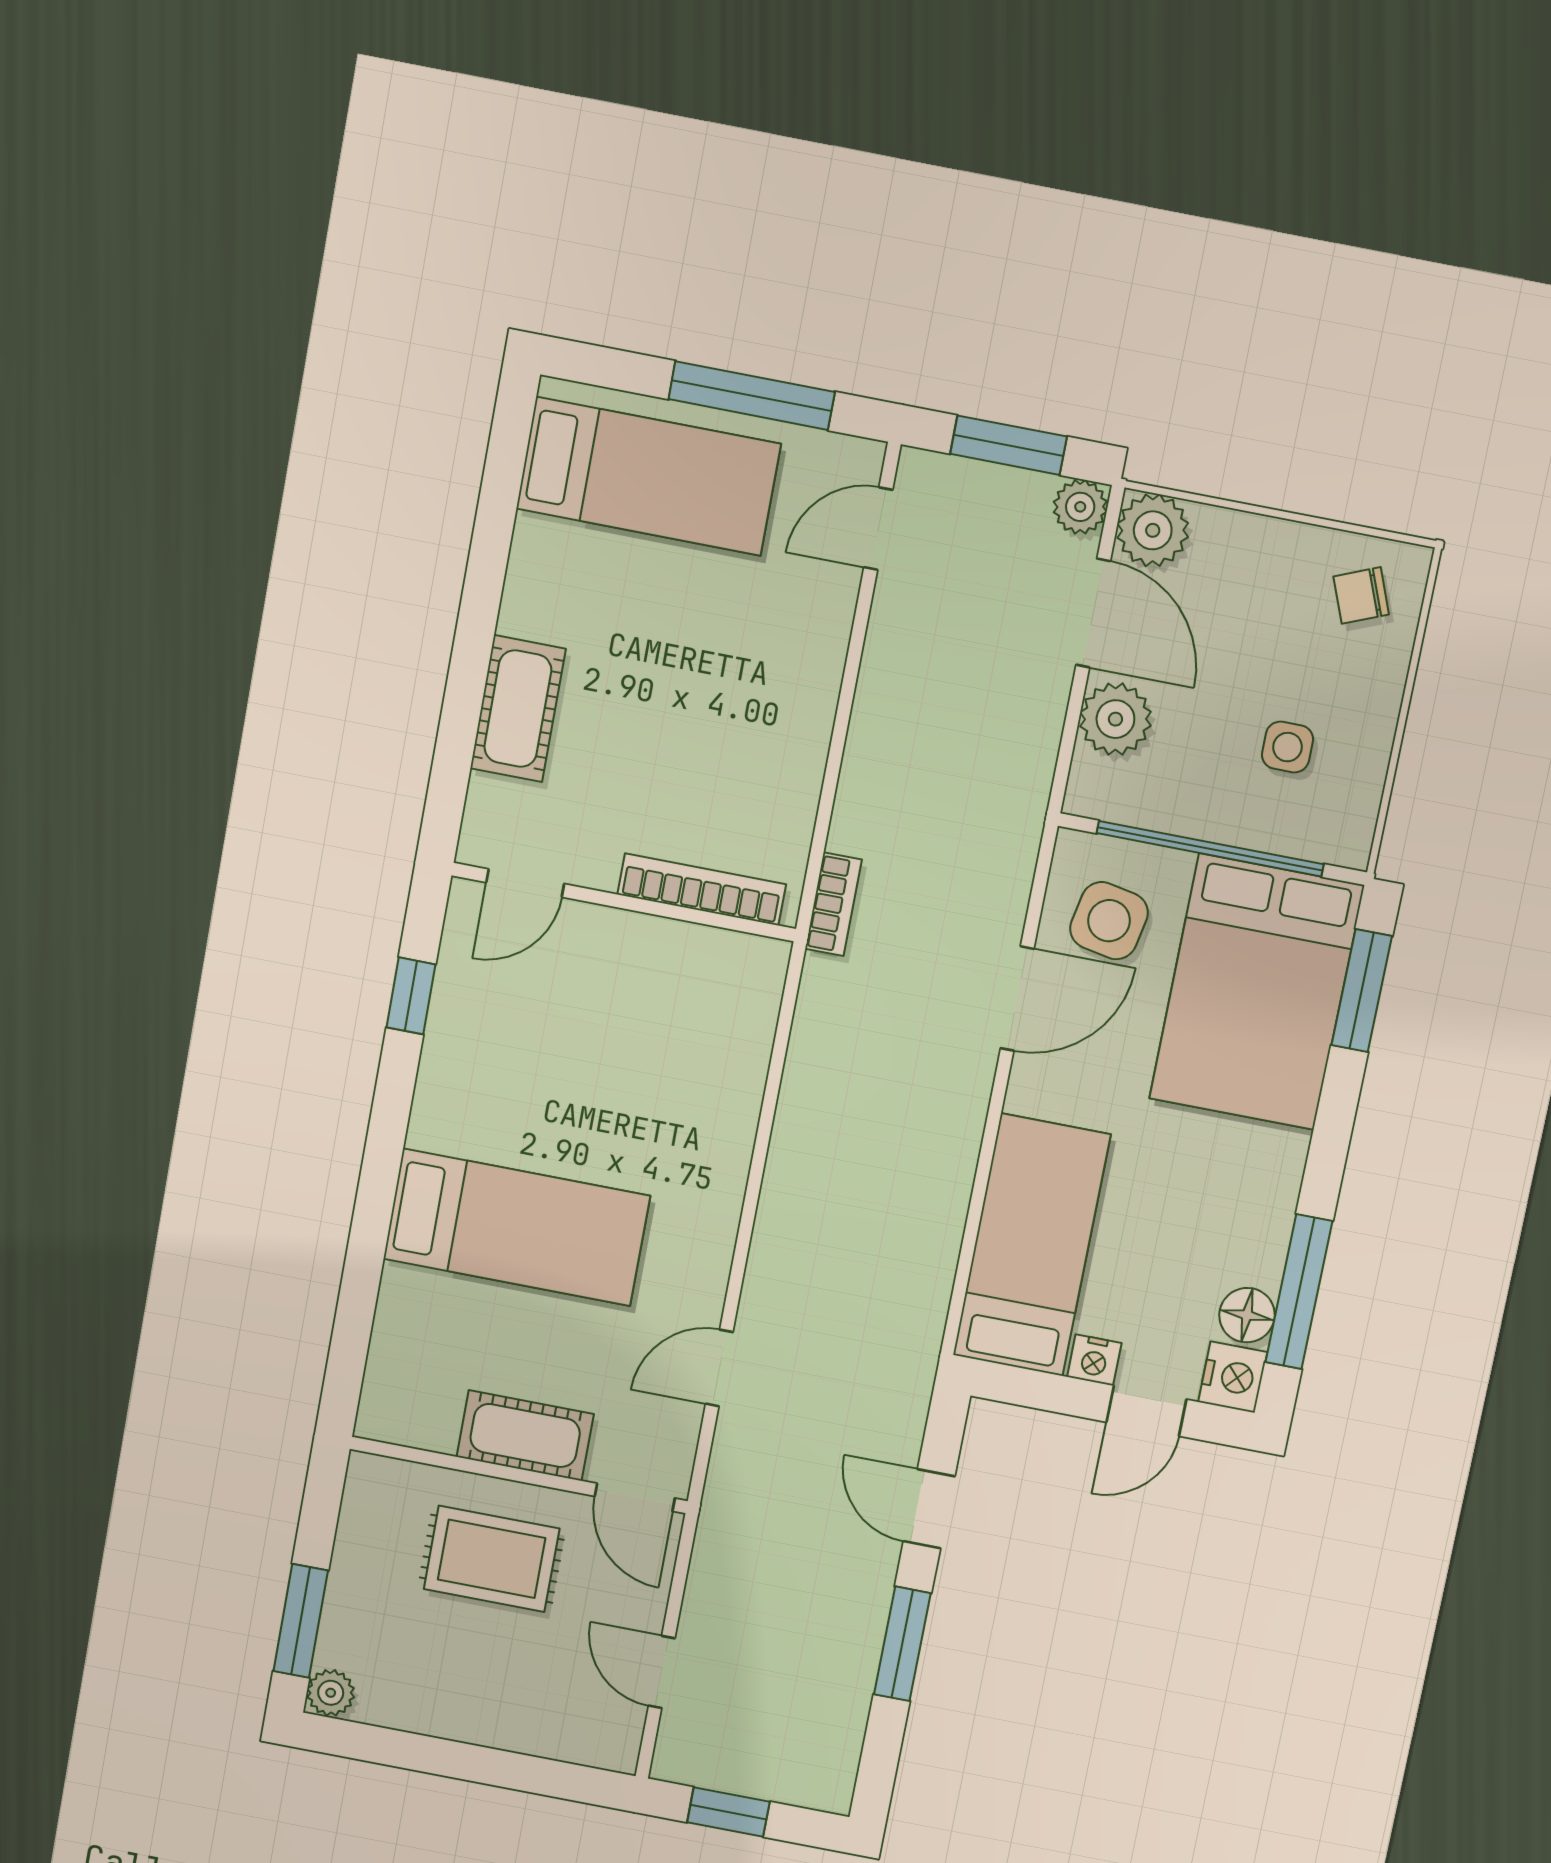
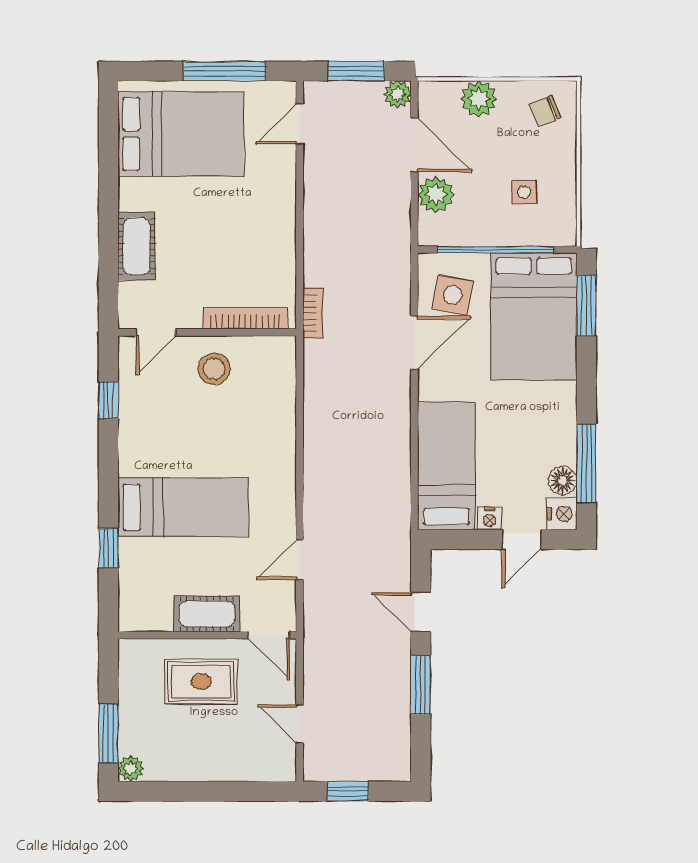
bed: (648, 476) -> (181, 134), width x1.50
plant: (1153, 530) -> (479, 99), moved
stool: (624, 975) -> (214, 369), added
window: (361, 1276) -> (108, 548), added

